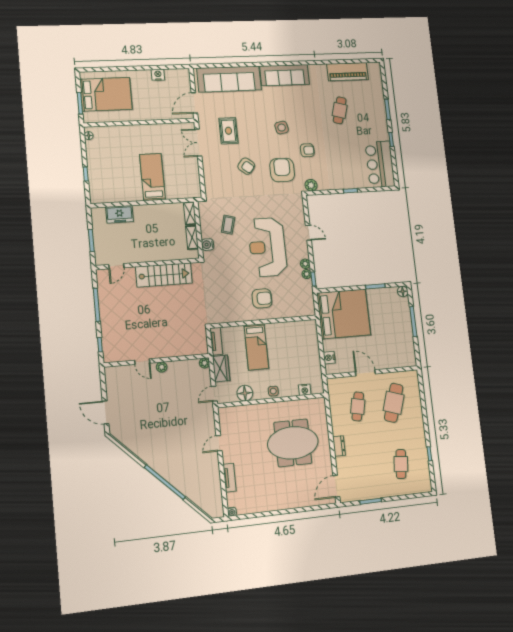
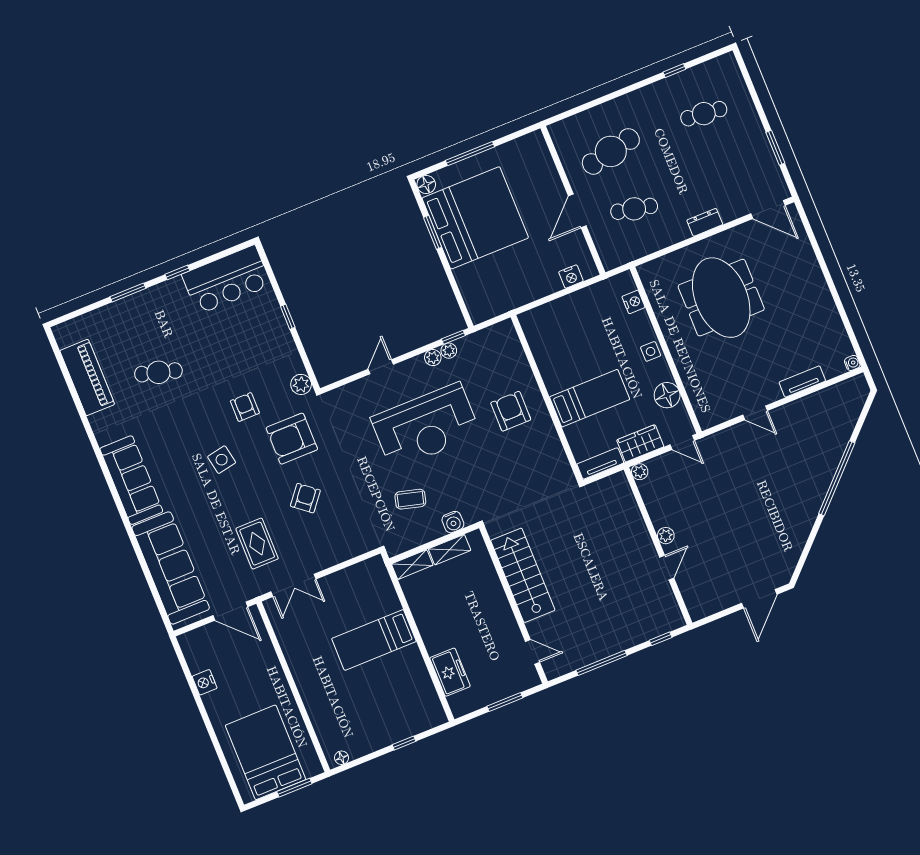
rug: (228, 131) -> (257, 544), turned 90
bed: (344, 314) -> (475, 218), moved, turned 90
cafe table: (394, 403) -> (611, 151), turned -30

